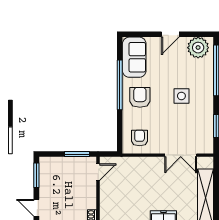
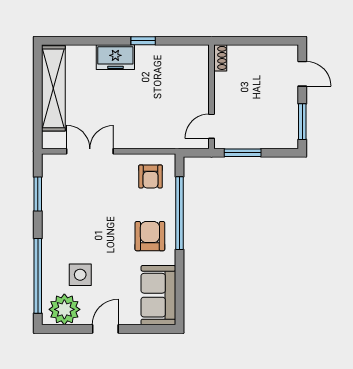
window: (120, 85) -> (179, 213), moved
side table: (181, 96) -> (80, 275), moved
armchair: (140, 97) -> (150, 236), turned 180

